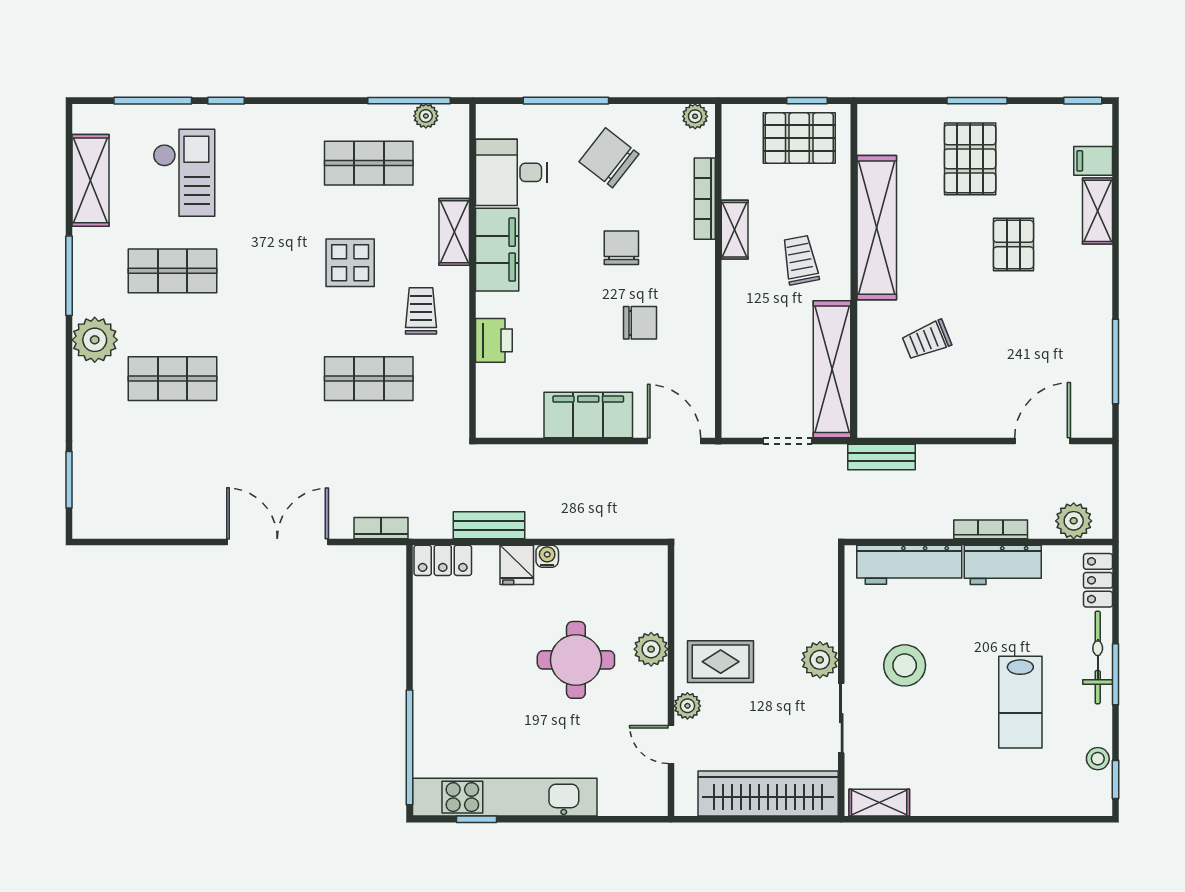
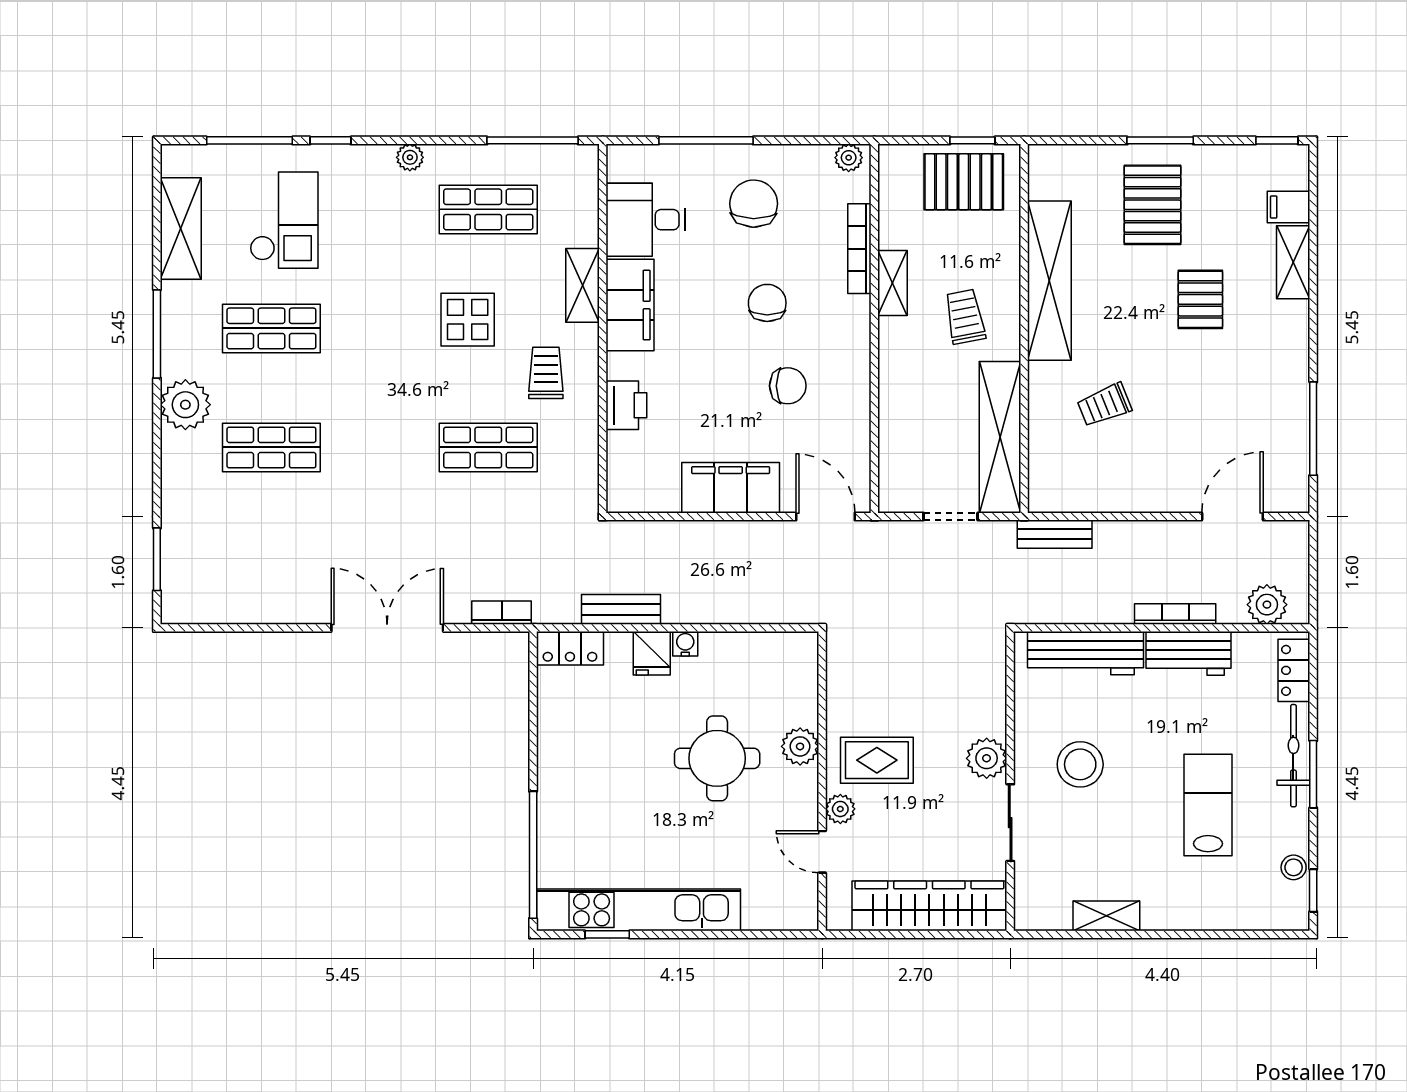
plant: (426, 116) -> (410, 157), moved
chair: (609, 158) -> (754, 204), turned 53
lab bench: (1020, 702) -> (1208, 805), turned 180
shelving: (879, 803) -> (1106, 916), moved

